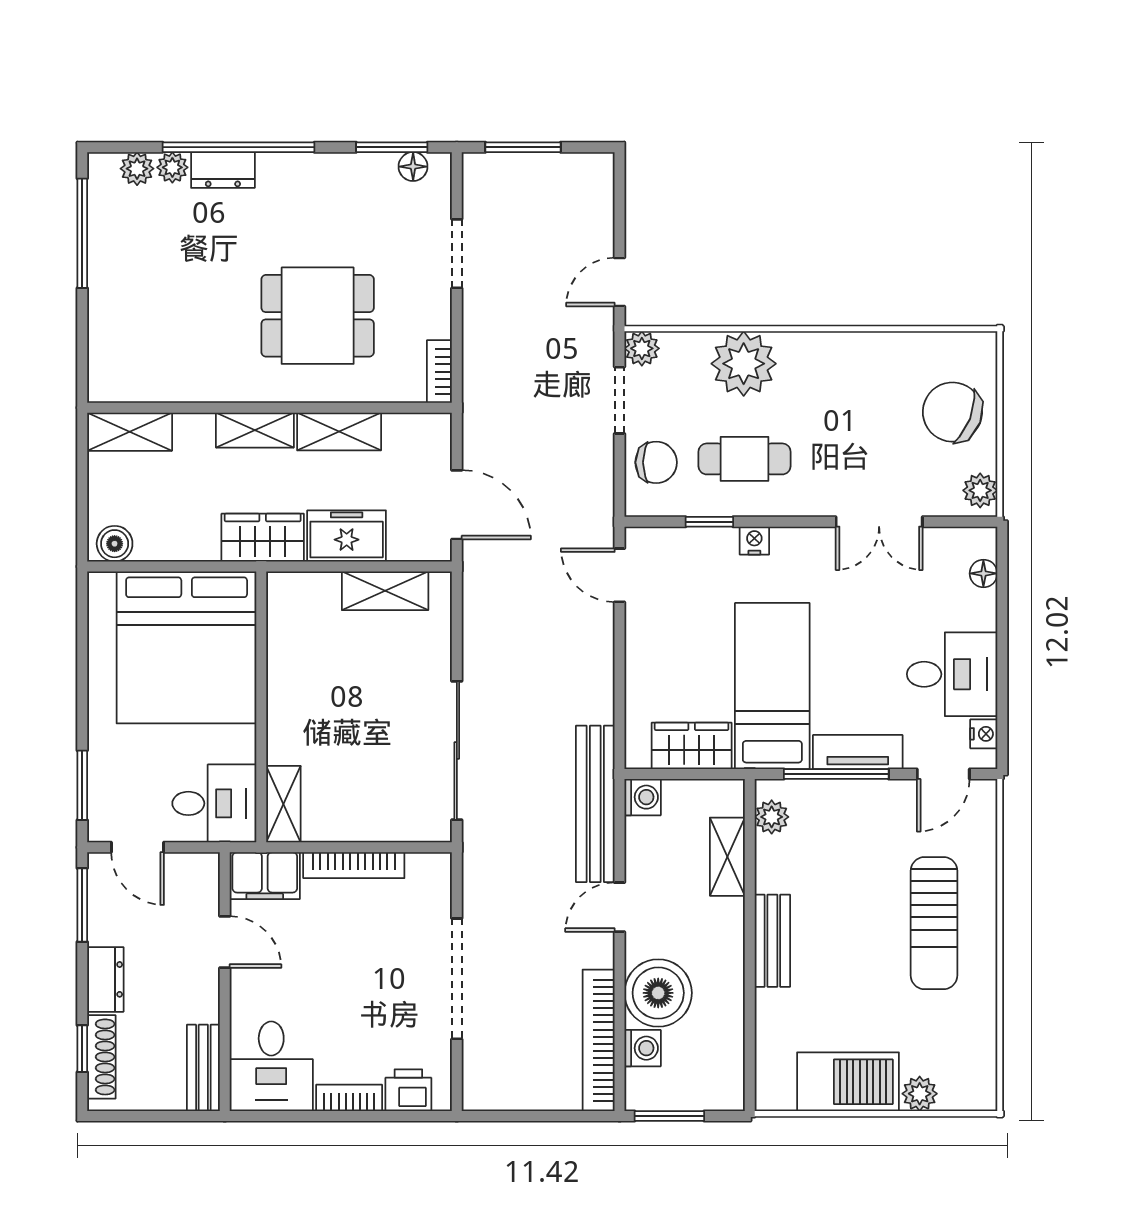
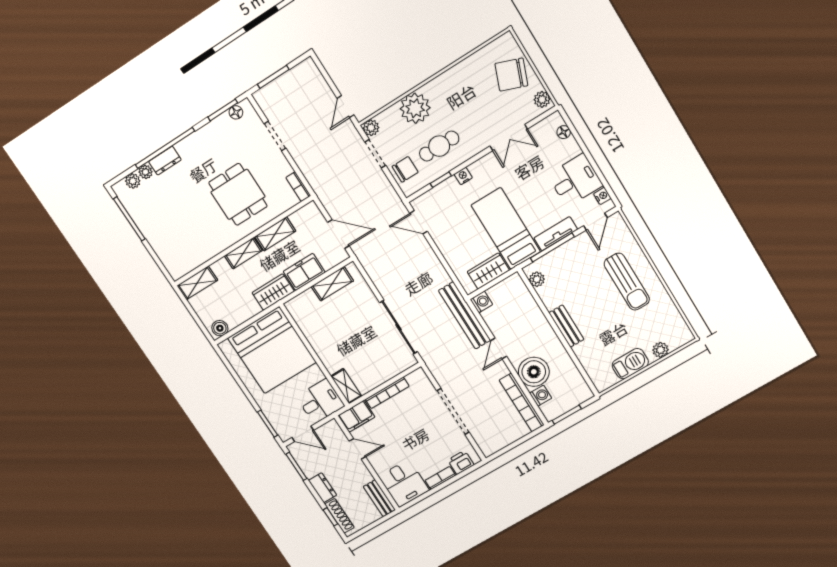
dining table: (318, 316) -> (238, 194), turned 90
shelving: (727, 857) -> (529, 305), removed
barbecue: (848, 1082) -> (630, 364), width x0.73, depth x0.83

